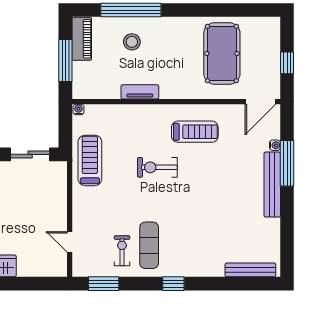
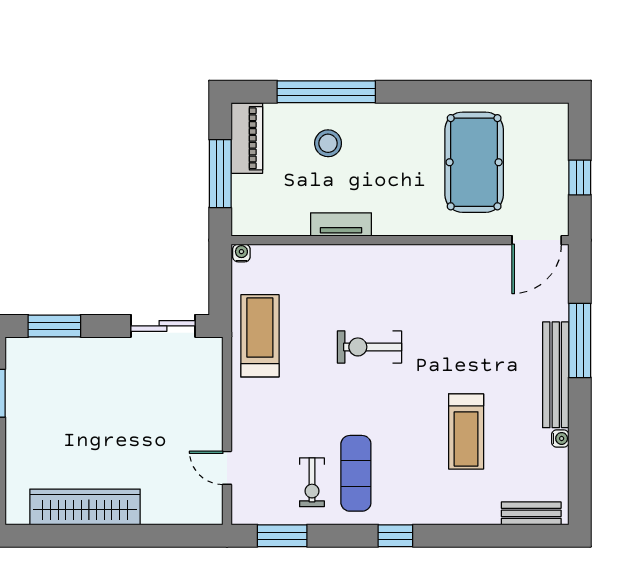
treadmill: (195, 132) -> (466, 431), moved, turned 90
water cooler: (275, 145) -> (560, 438), moved
exercise bike: (122, 251) -> (312, 482), turned 180
bench: (250, 270) -> (531, 513), width x0.73

